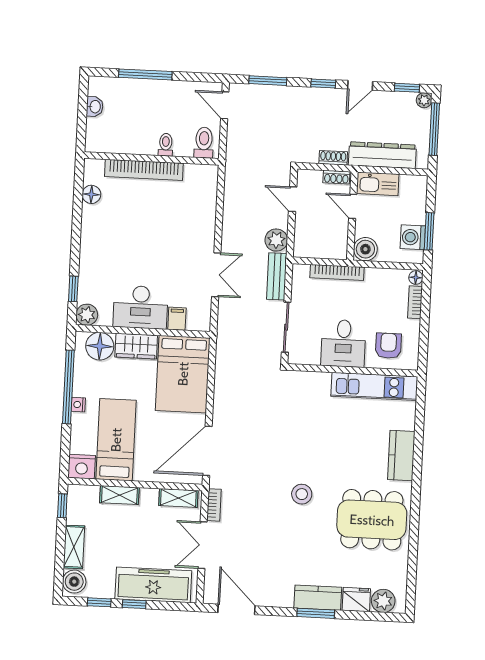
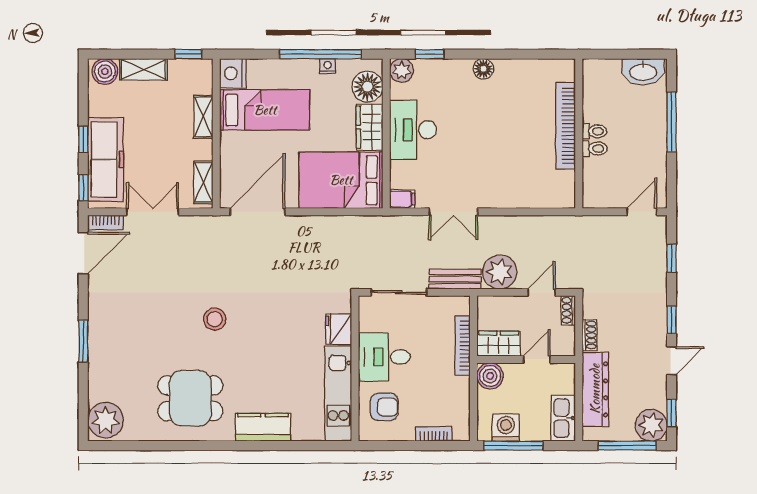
window: (268, 81) -> (672, 258), width x0.67
door: (360, 85) -> (672, 361), swing flipped
plant: (424, 100) -> (651, 425), width x1.88, depth x1.88
washbasin: (95, 107) -> (643, 72), width x1.91, depth x1.45
toilet: (204, 143) -> (594, 131), moved, width x0.73, depth x0.72
shoe rack: (336, 177) -> (568, 310), moved
kitchen sink: (378, 184) -> (563, 418), moved
floor lamp: (91, 194) -> (483, 69), moved
window: (429, 231) -> (513, 446), width x1.44
plant: (276, 240) -> (500, 272), width x1.36, depth x1.36
wardrobe: (337, 240) -> (499, 344), added
floor lamp: (416, 278) -> (461, 433), removed
filing cabinet: (177, 319) -> (402, 199), moved
nightstand: (78, 405) -> (327, 66), moved
door: (207, 451) -> (257, 212), hinge flipped
bookcase: (214, 505) -> (106, 222), moved
dining table: (372, 520) -> (190, 398), width x0.73
kitchen counter: (318, 598) -> (101, 343), removed
fridge: (356, 600) -> (339, 329), moved, turned 180
plant: (383, 601) -> (106, 420), width x1.36, depth x1.36
window: (99, 602) -> (83, 188), moved

